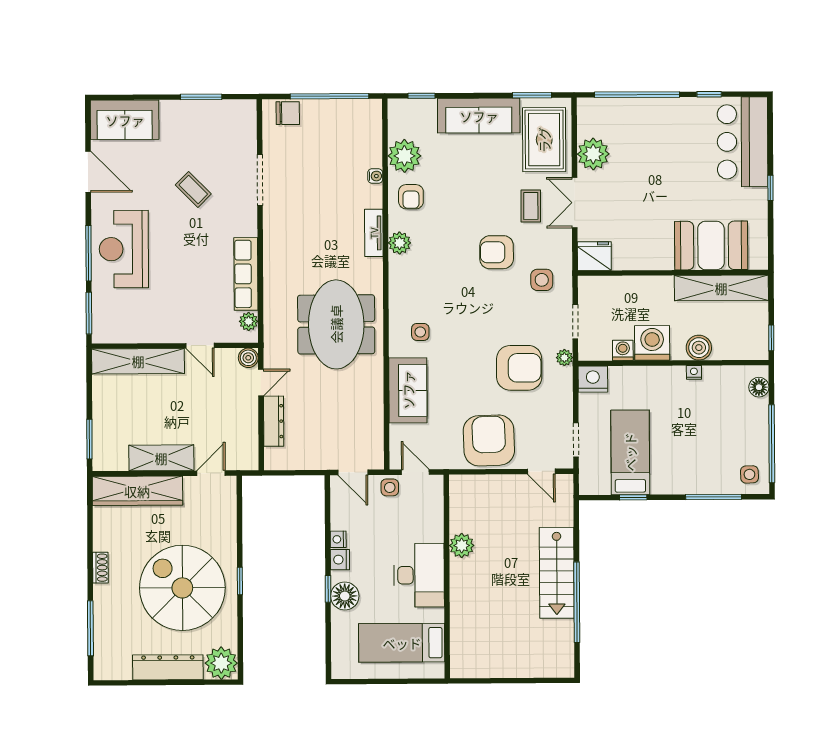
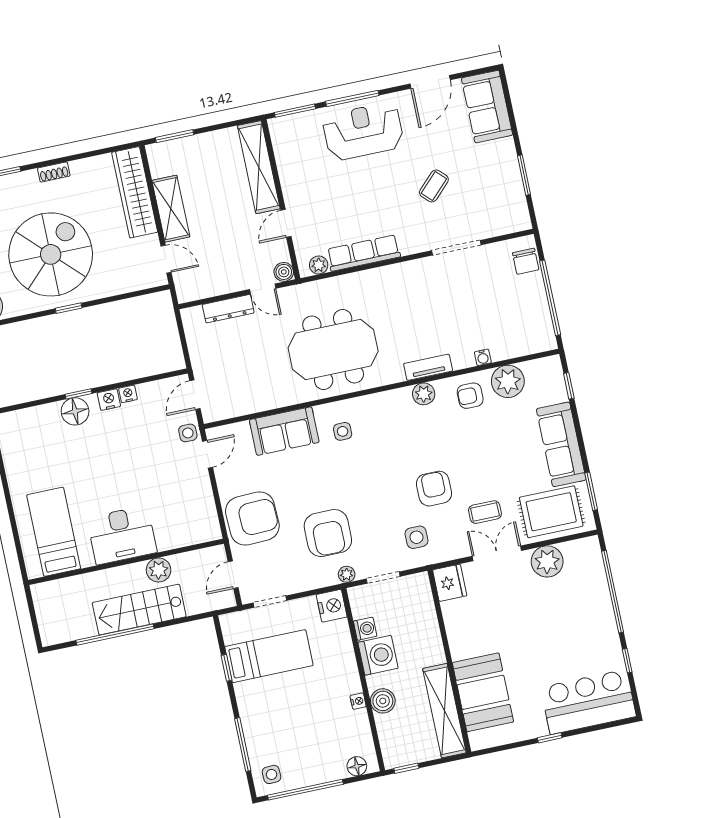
plant: (462, 545) -> (159, 570), moved
desk: (419, 575) -> (122, 535), moved
wall: (447, 576) -> (126, 562), moved
bed: (402, 643) -> (54, 532), moved

